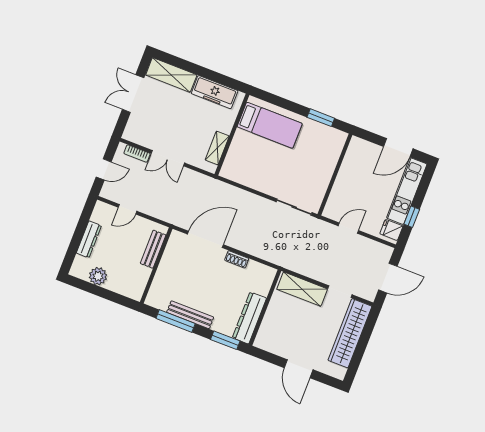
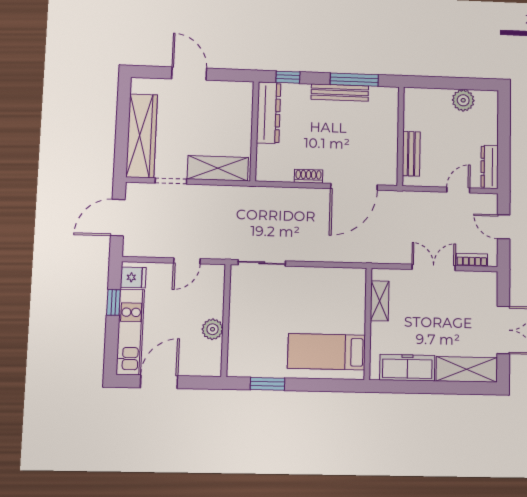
door: (104, 169) -> (504, 227), hinge flipped
plant: (347, 172) -> (213, 329), added
dresser: (89, 239) -> (490, 167), moved
window: (225, 340) -> (288, 77), width x0.67

